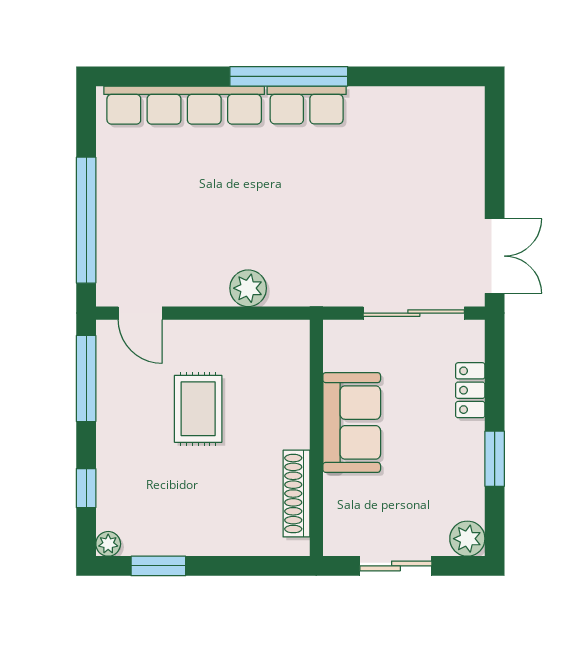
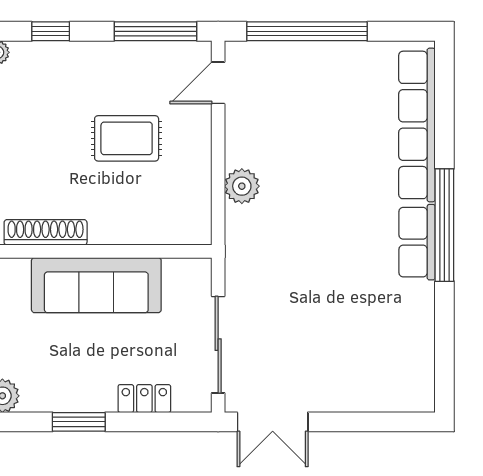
sofa: (352, 422) -> (96, 285), width x1.36

